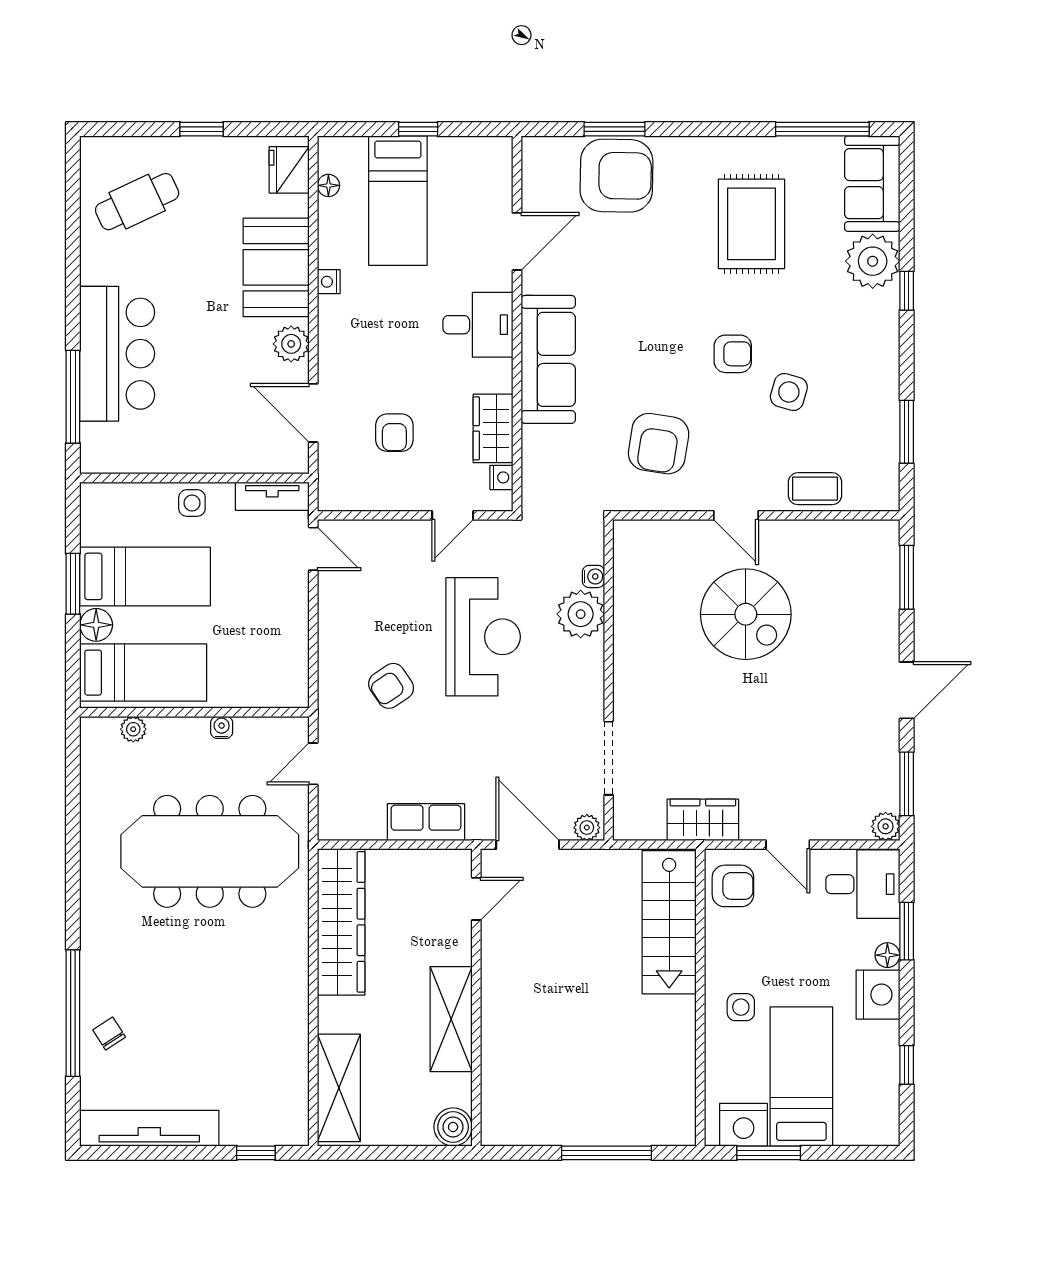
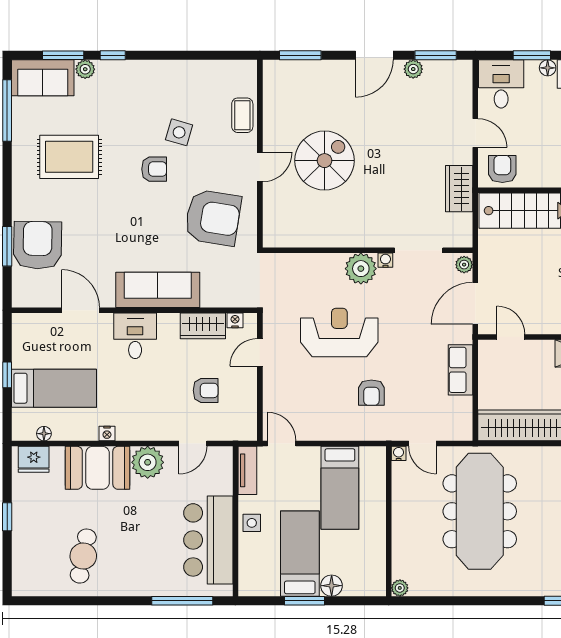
cafe table: (137, 202) -> (83, 556), moved, turned 36
plant: (873, 261) -> (85, 69), width x0.53, depth x0.53
plant: (291, 344) -> (148, 462), width x1.36, depth x1.36
bar counter: (117, 354) -> (208, 540), moved, turned -90
armchair: (733, 354) -> (154, 169), turned 90
door: (313, 413) -> (193, 444), width x0.73
window: (907, 432) -> (63, 55), moved
armchair: (659, 444) -> (213, 218), width x1.36, depth x1.36
door: (453, 515) -> (260, 352), swing flipped
door: (313, 549) -> (282, 444), hinge flipped
water cooler: (593, 576) -> (385, 260), moved
plant: (581, 614) -> (361, 269), moved
bed: (143, 673) -> (340, 488), moved, turned 180
armchair: (391, 686) -> (371, 393), turned 34
door: (907, 690) -> (374, 55), swing flipped
water cooler: (222, 727) -> (399, 453), moved, turned 90
plant: (133, 729) -> (400, 588), moved
plant: (886, 826) -> (413, 69), moved
door: (788, 845) -> (475, 133), hinge flipped

